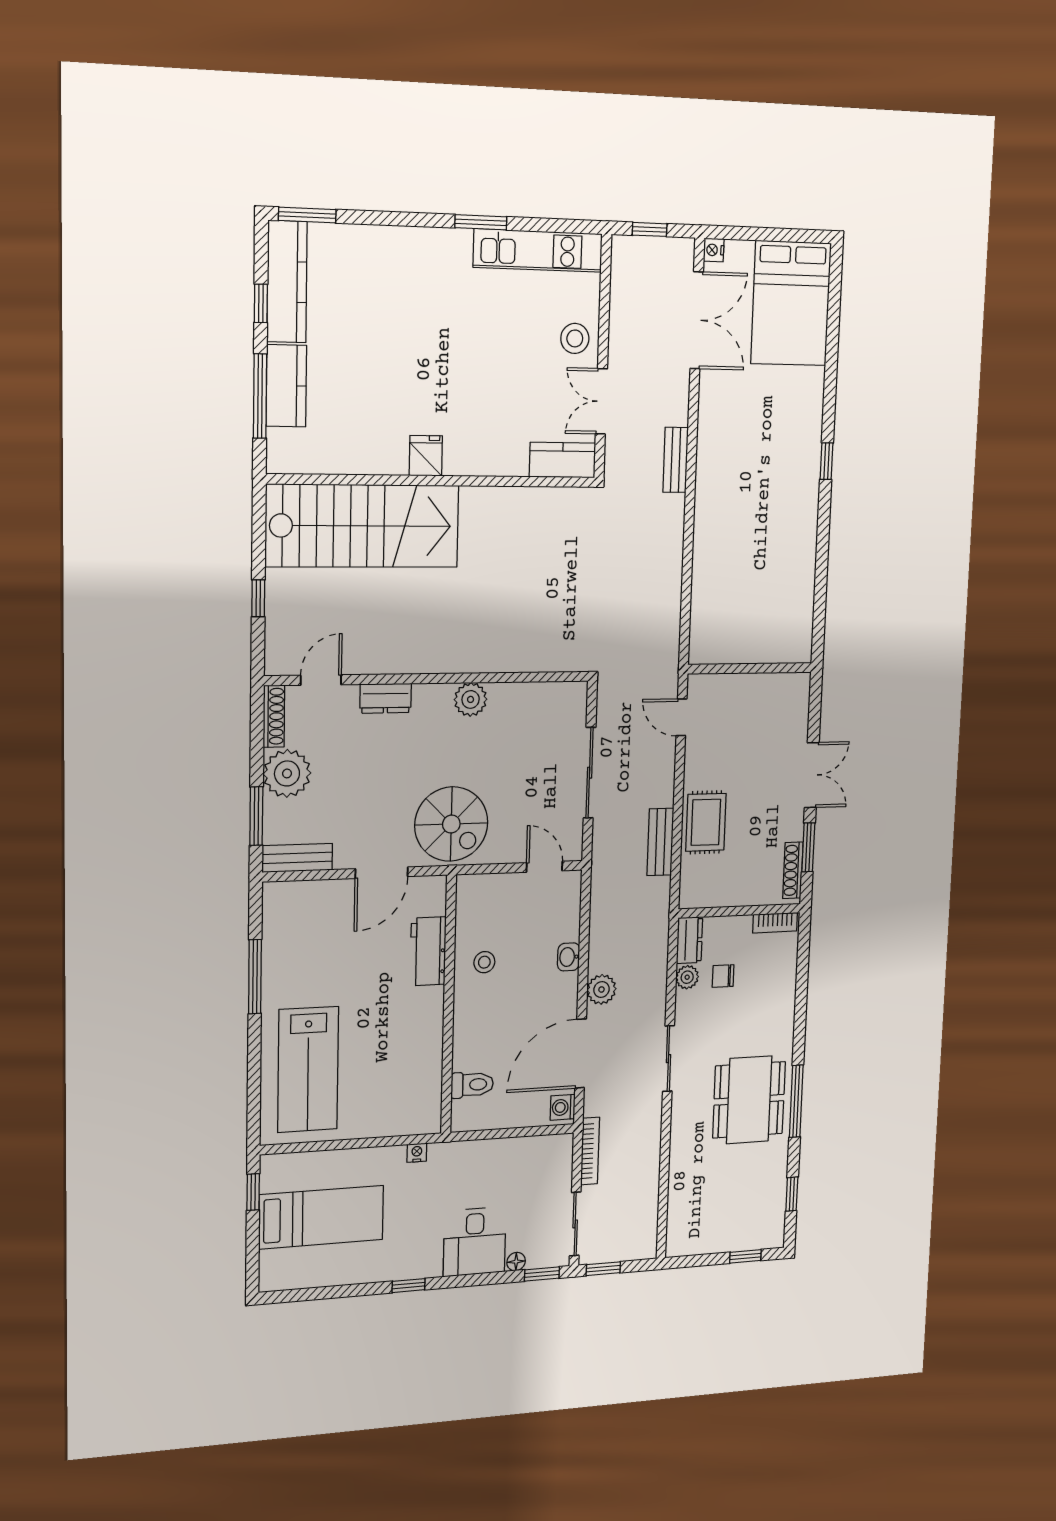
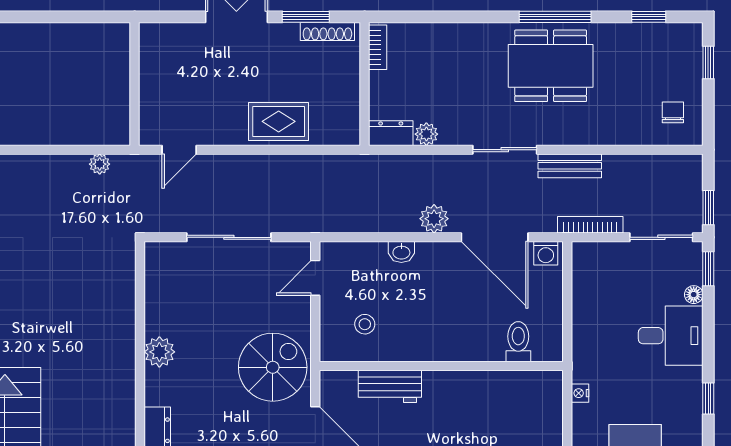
plant: (670, 631) -> (100, 164), added
bench: (660, 842) -> (570, 166), moved
stool: (484, 962) -> (365, 324), moved
chair: (723, 976) -> (673, 112), moved, turned 180

